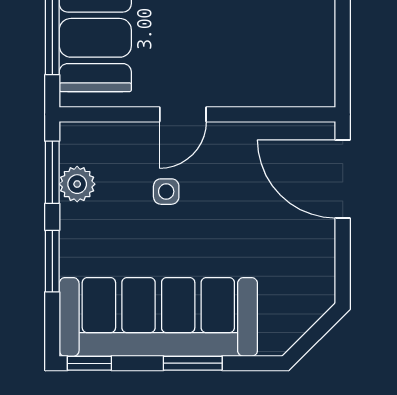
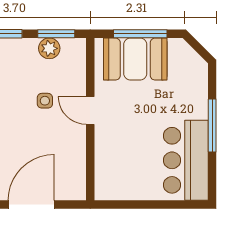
door: (343, 179) -> (31, 204), moved

